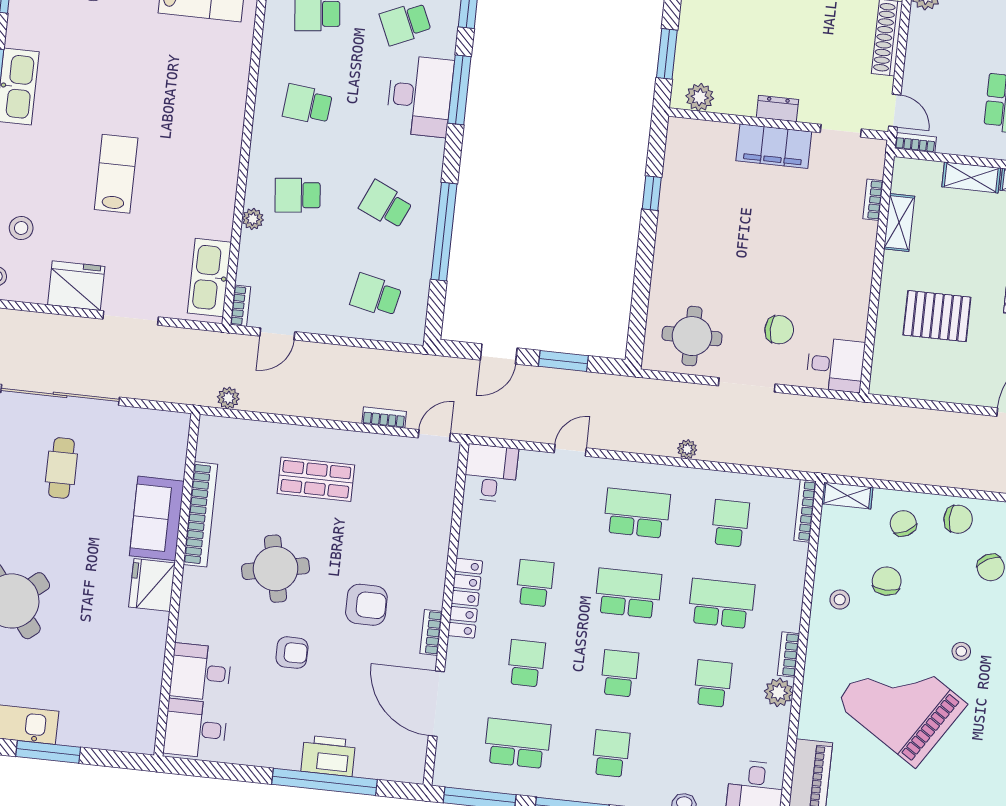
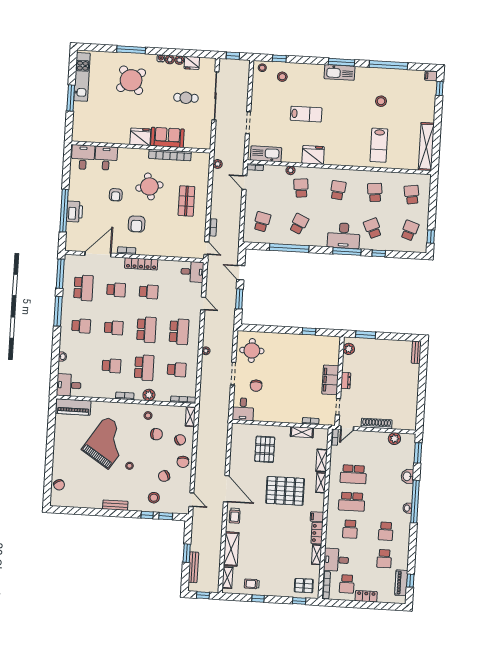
fridge: (76, 286) -> (313, 155), moved, turned -90
plant: (779, 692) -> (149, 395), moved

